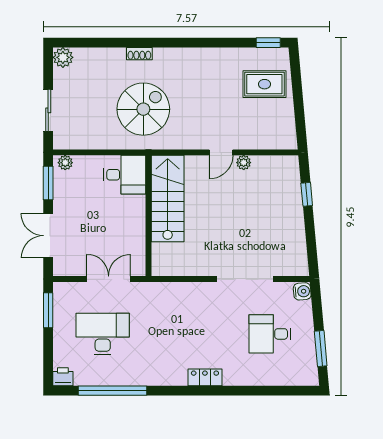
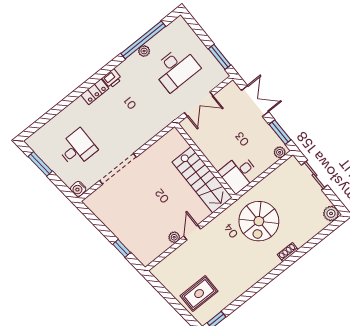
printer: (63, 377) -> (112, 79), moved
plant: (121, 378) -> (144, 51), added

